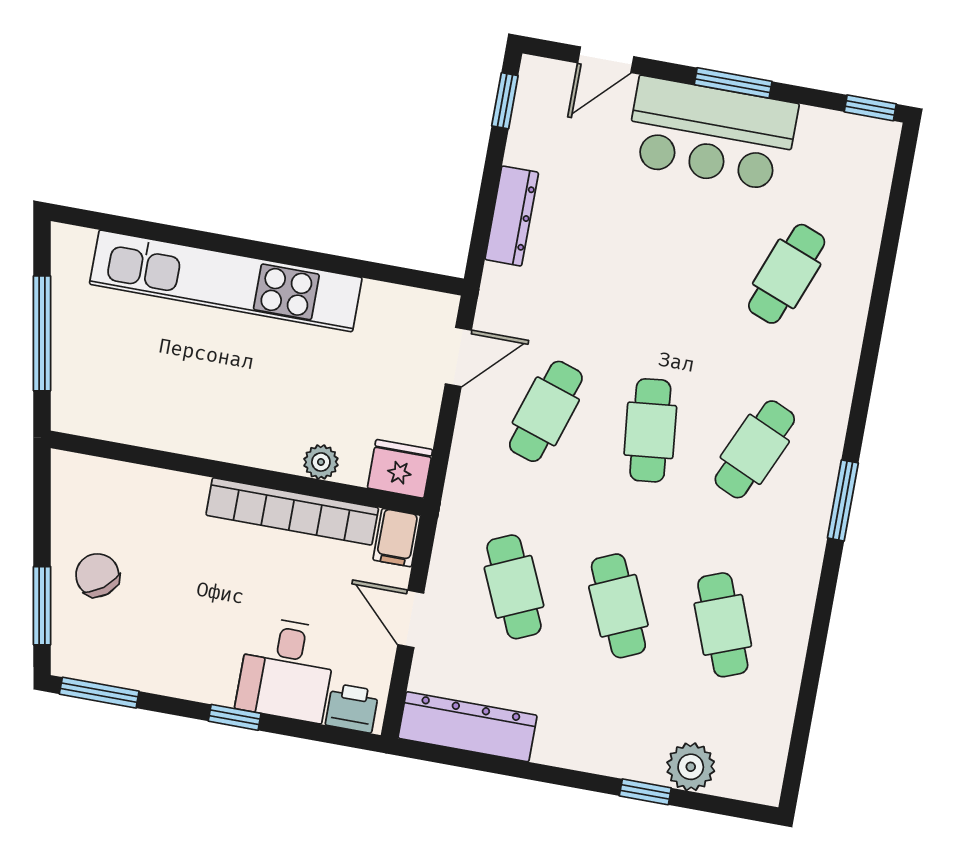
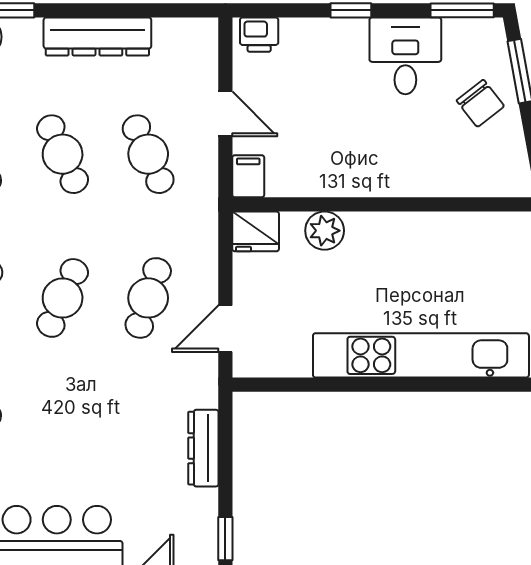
cafe table: (650, 430) -> (63, 298), turned 30
plant: (321, 462) -> (325, 231), width x1.38, depth x1.38
bookcase: (292, 511) -> (335, 182), removed
desk: (286, 669) -> (405, 56), moved
dresser: (468, 727) -> (97, 36), moved

